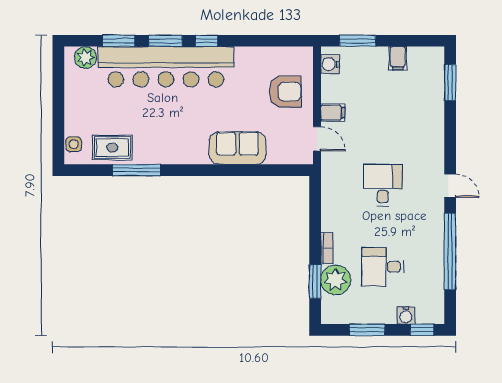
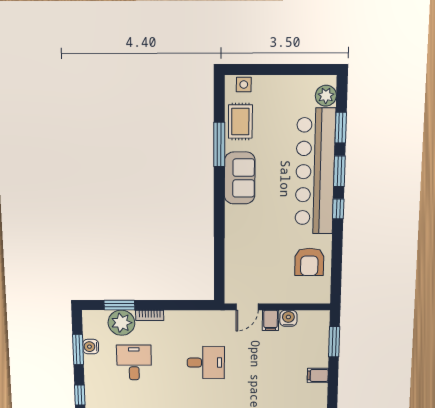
water cooler: (330, 64) -> (288, 318), moved
armchair: (285, 92) -> (309, 262), moved
sofa: (237, 148) -> (240, 178), moved
water cooler: (406, 315) -> (91, 347), moved

